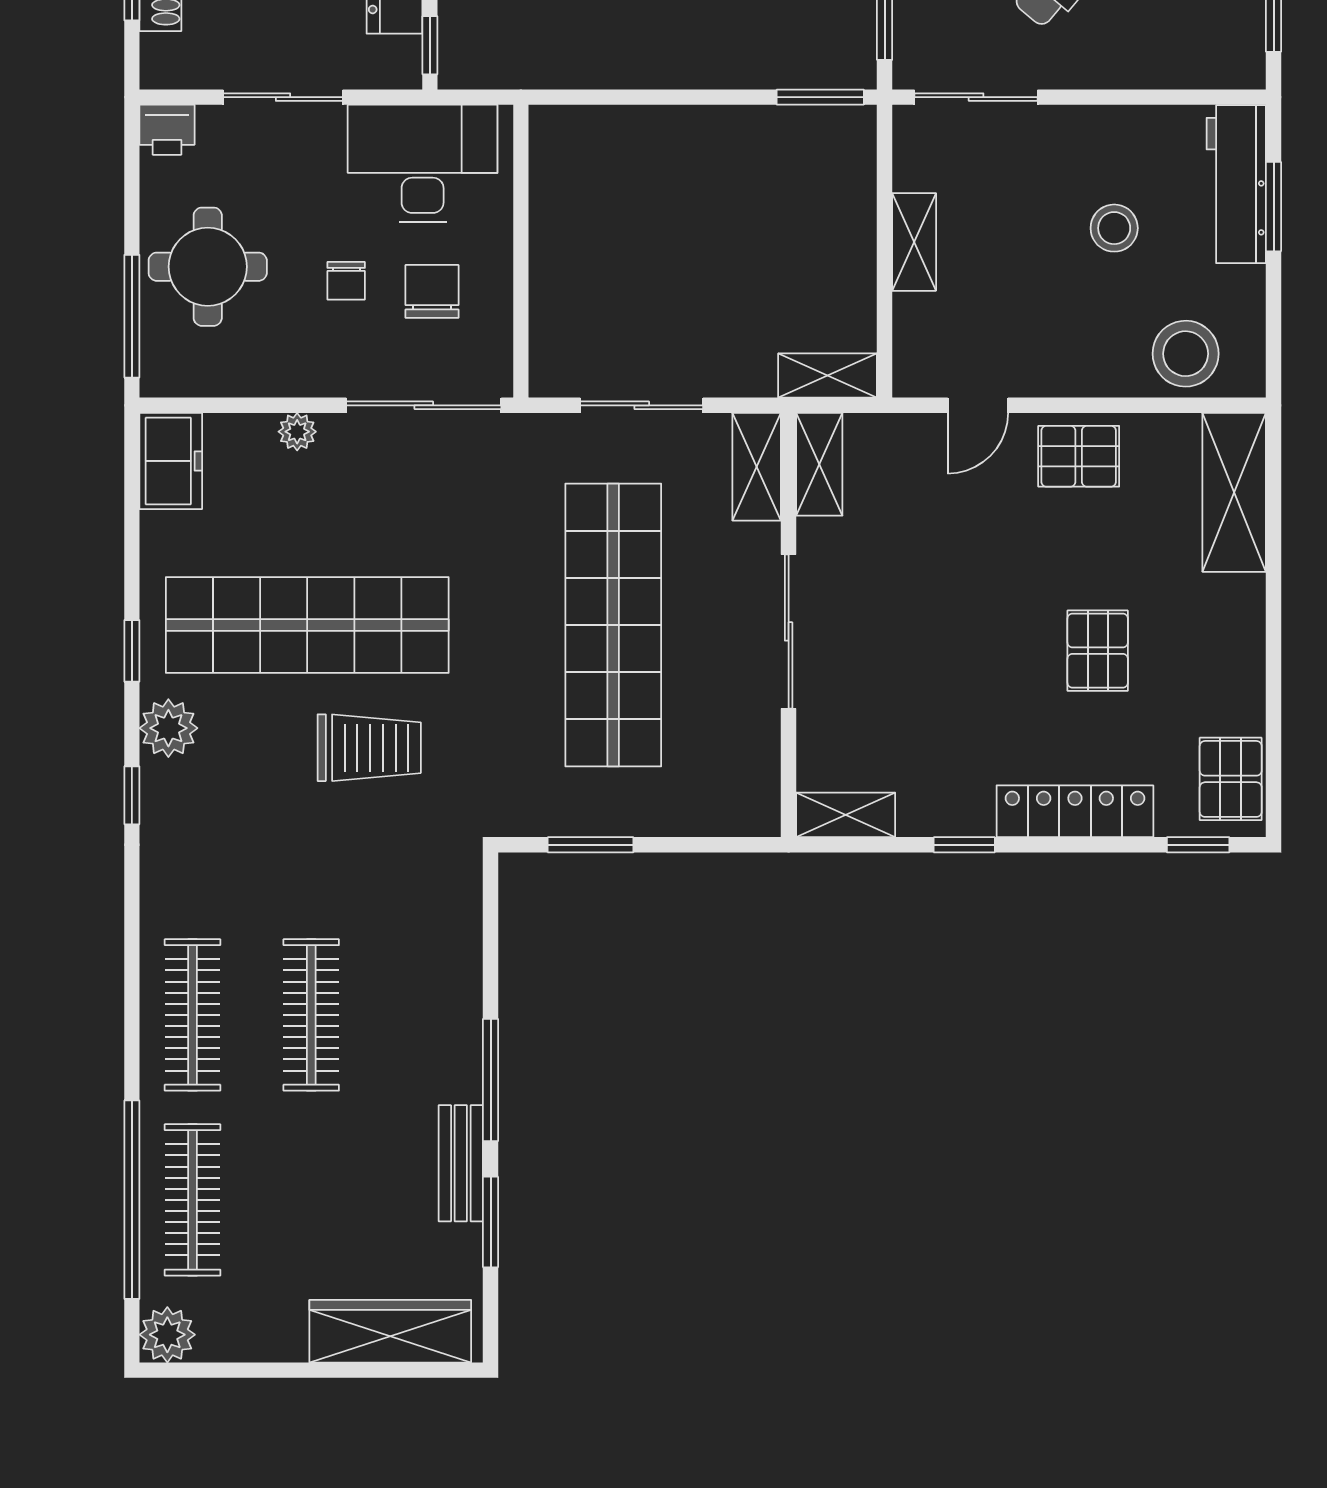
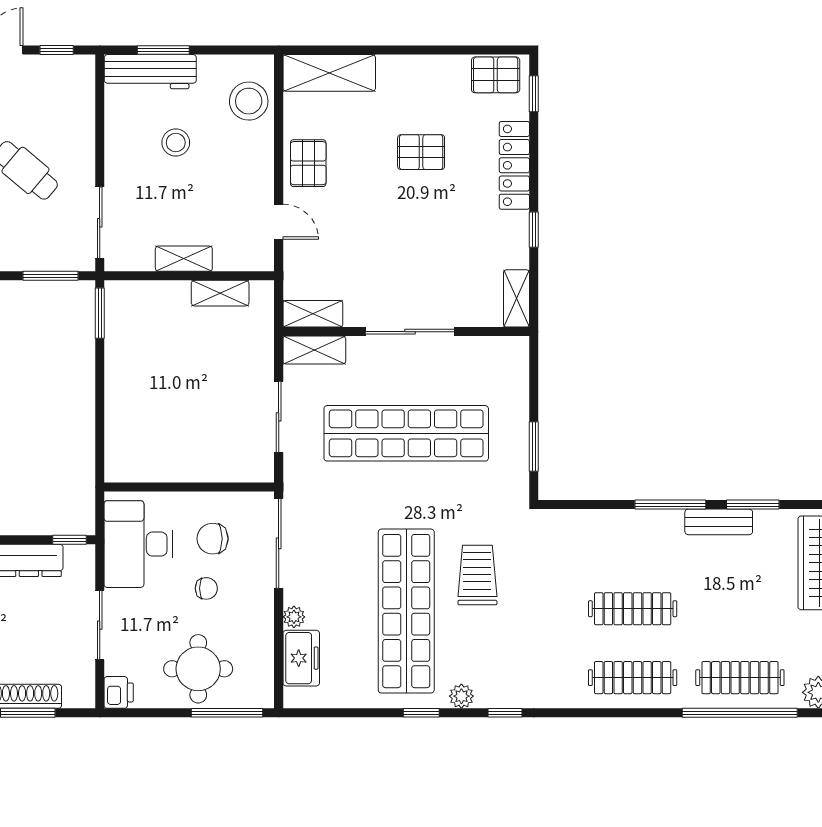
shelving: (828, 375) -> (220, 293), moved, turned 90
freezer: (171, 461) -> (301, 658), moved, turned 90
plant: (168, 728) -> (461, 696), width x0.73, depth x0.73

